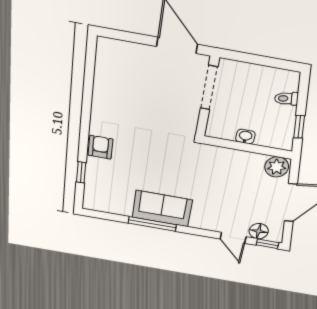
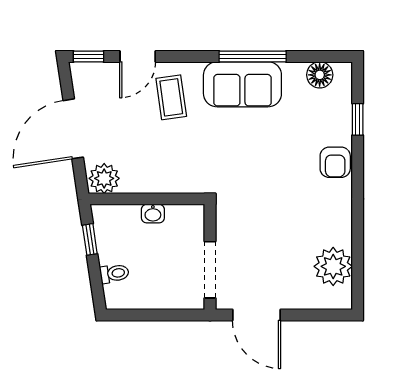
plant: (109, 73) -> (333, 266), added
coffee table: (215, 210) -> (171, 97), added
floor lamp: (259, 231) -> (320, 75), moved
door: (233, 238) -> (138, 56), swing flipped

